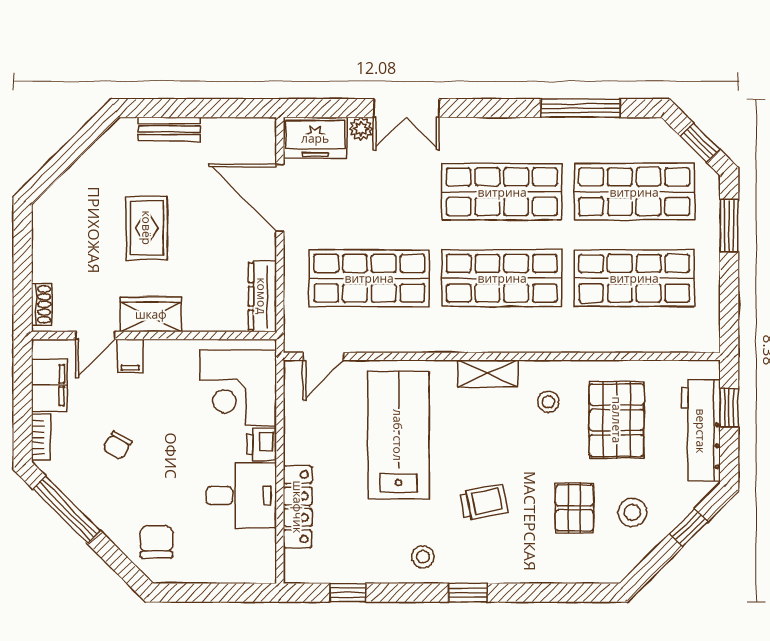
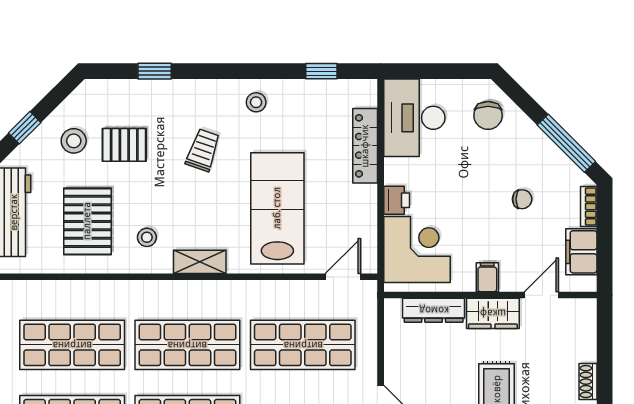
dresser: (262, 296) -> (434, 310), moved, turned 90
shoe rack: (42, 304) -> (588, 382), moved
filing cabinet: (130, 356) -> (487, 277), moved
lab bench: (398, 435) -> (277, 208), turned 180
chair: (117, 446) -> (522, 199), turned 61
desk: (241, 495) -> (414, 118), moved, width x1.37
trolley: (484, 502) -> (203, 150), turned 120
pallet: (574, 508) -> (124, 145), turned 90
window: (468, 593) -> (155, 71), moved

